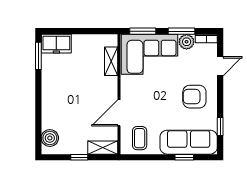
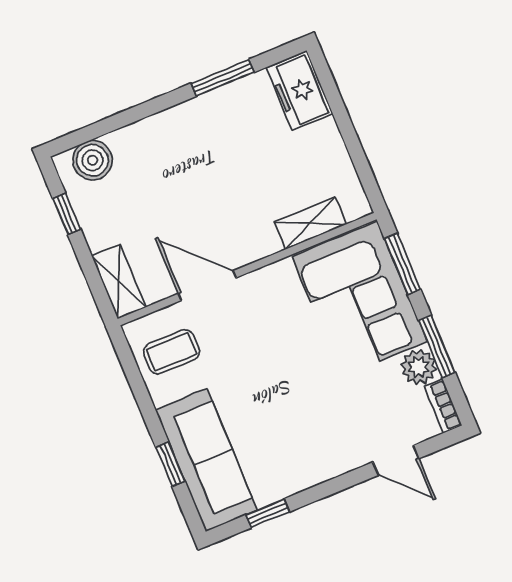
window: (38, 56) -> (223, 78), moved
armchair: (194, 97) -> (309, 432), removed
window: (79, 157) -> (67, 214), moved

